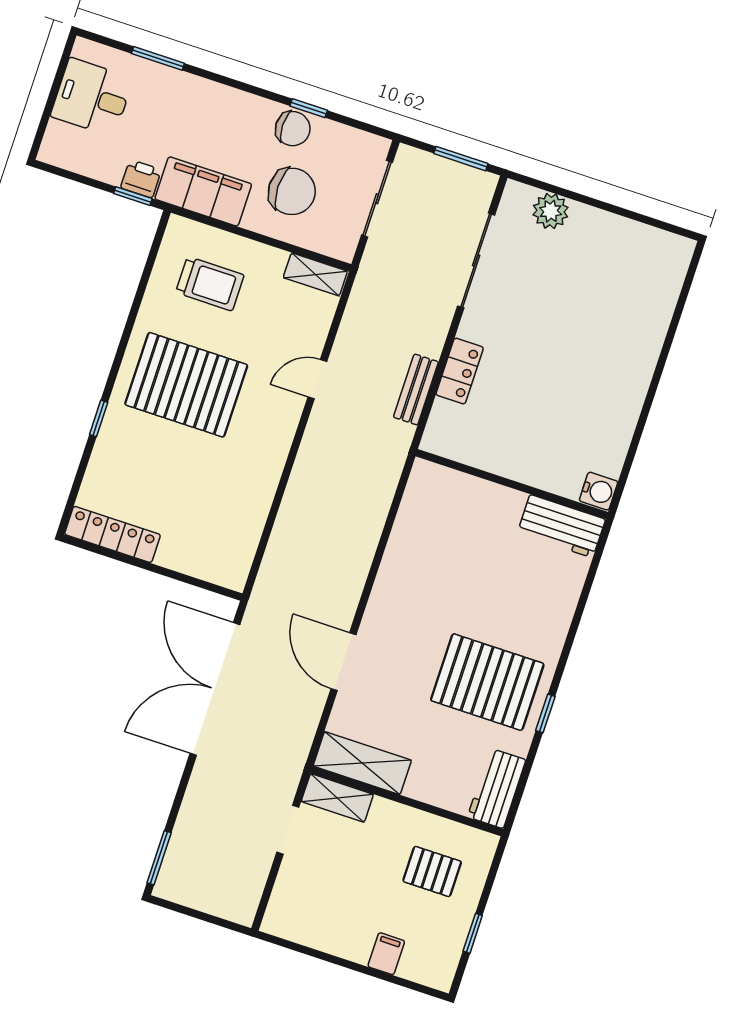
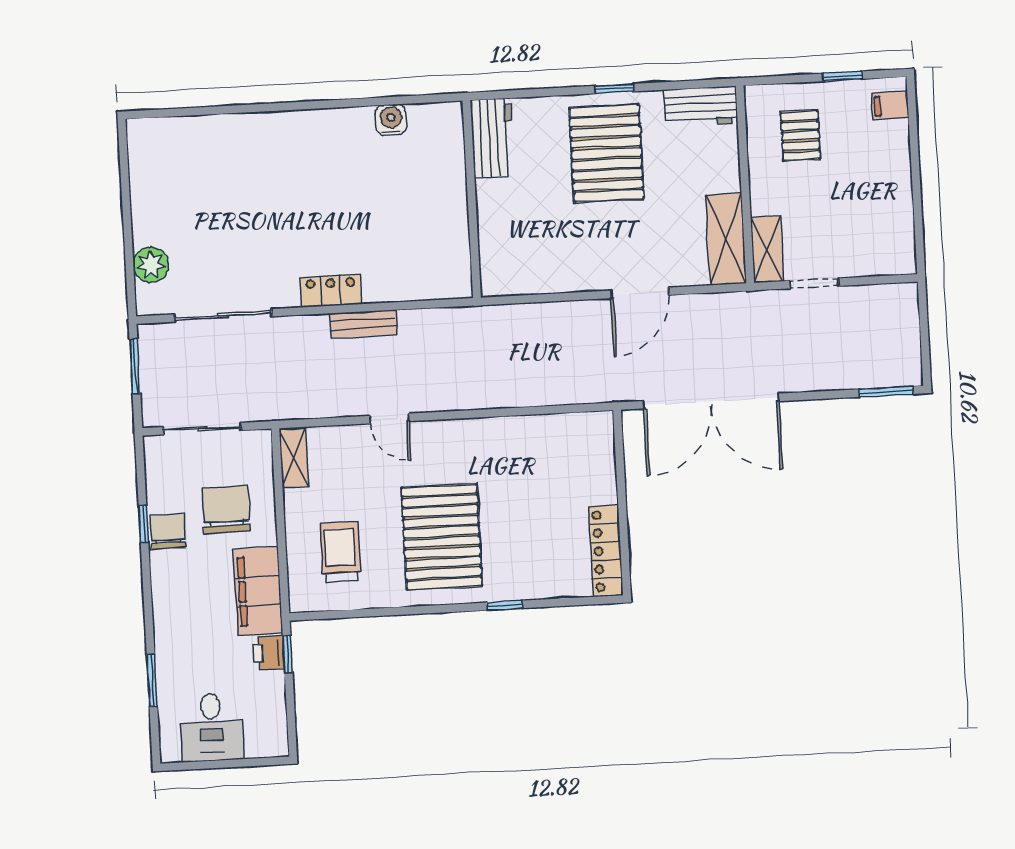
wall: (512, 484) -> (472, 199), moved
workbench: (561, 526) -> (492, 138), moved
filing cabinet: (386, 954) -> (890, 106), moved

